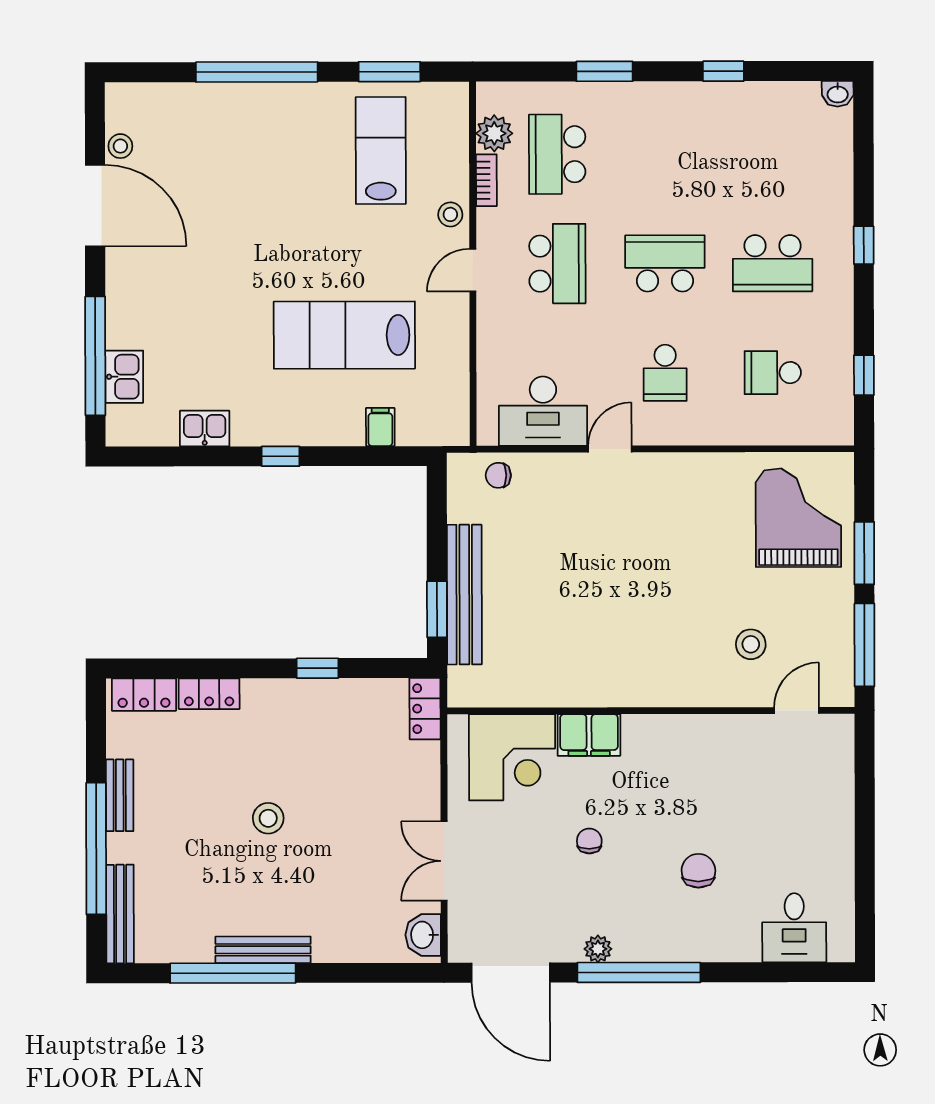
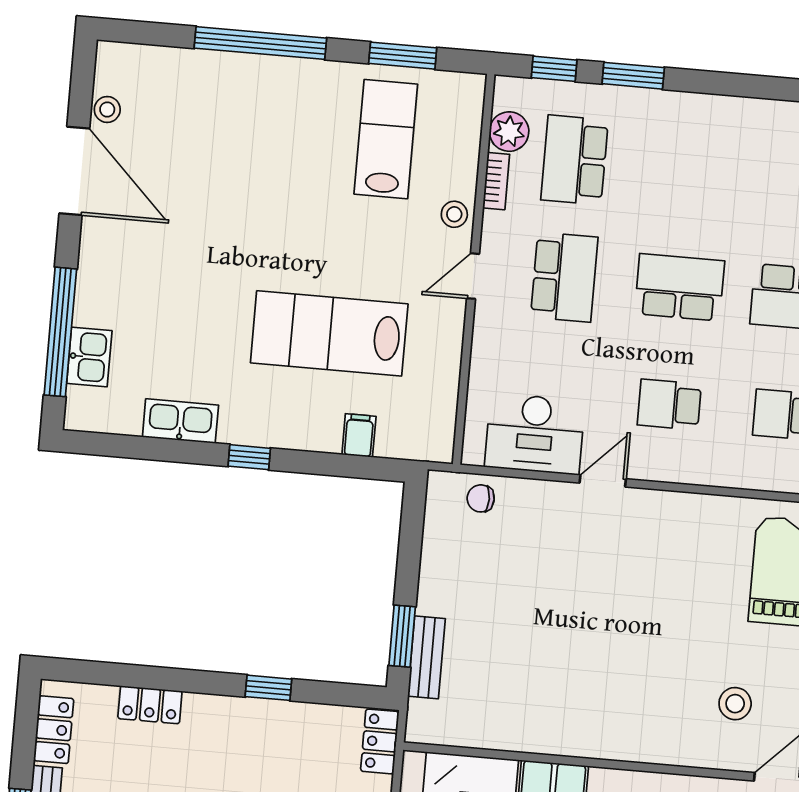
window: (723, 71) -> (554, 69), moved
school desk: (665, 373) -> (669, 405), turned 90
kitchen sink: (205, 429) -> (180, 421), width x1.38
bench: (464, 595) -> (427, 657), width x0.54, depth x0.82
locker: (144, 695) -> (54, 730), moved, turned -90

